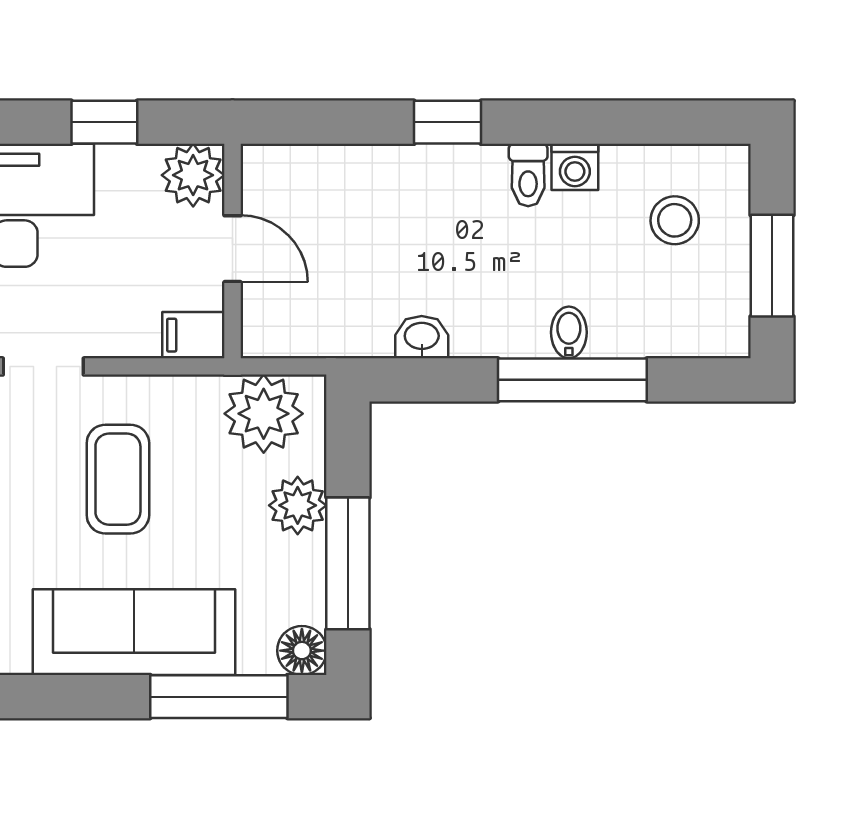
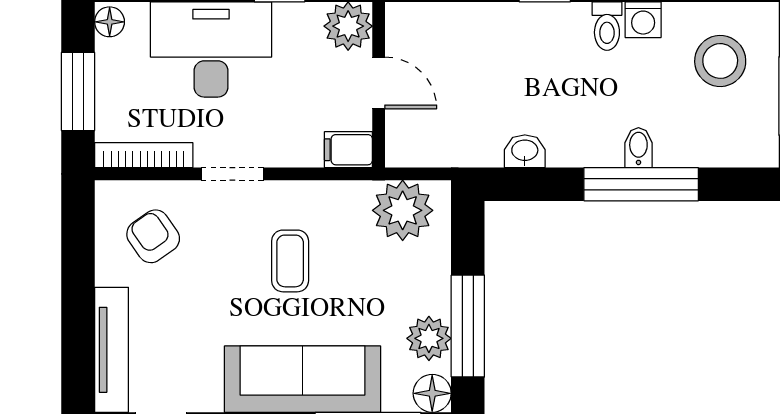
stool: (675, 220) -> (720, 61), width x1.38, depth x1.38
coffee table: (118, 479) -> (290, 261), width x0.73, depth x0.77
plant: (298, 505) -> (429, 338), moved

